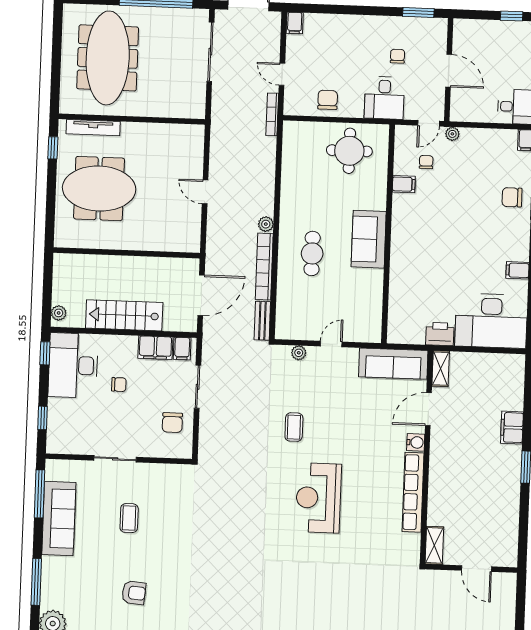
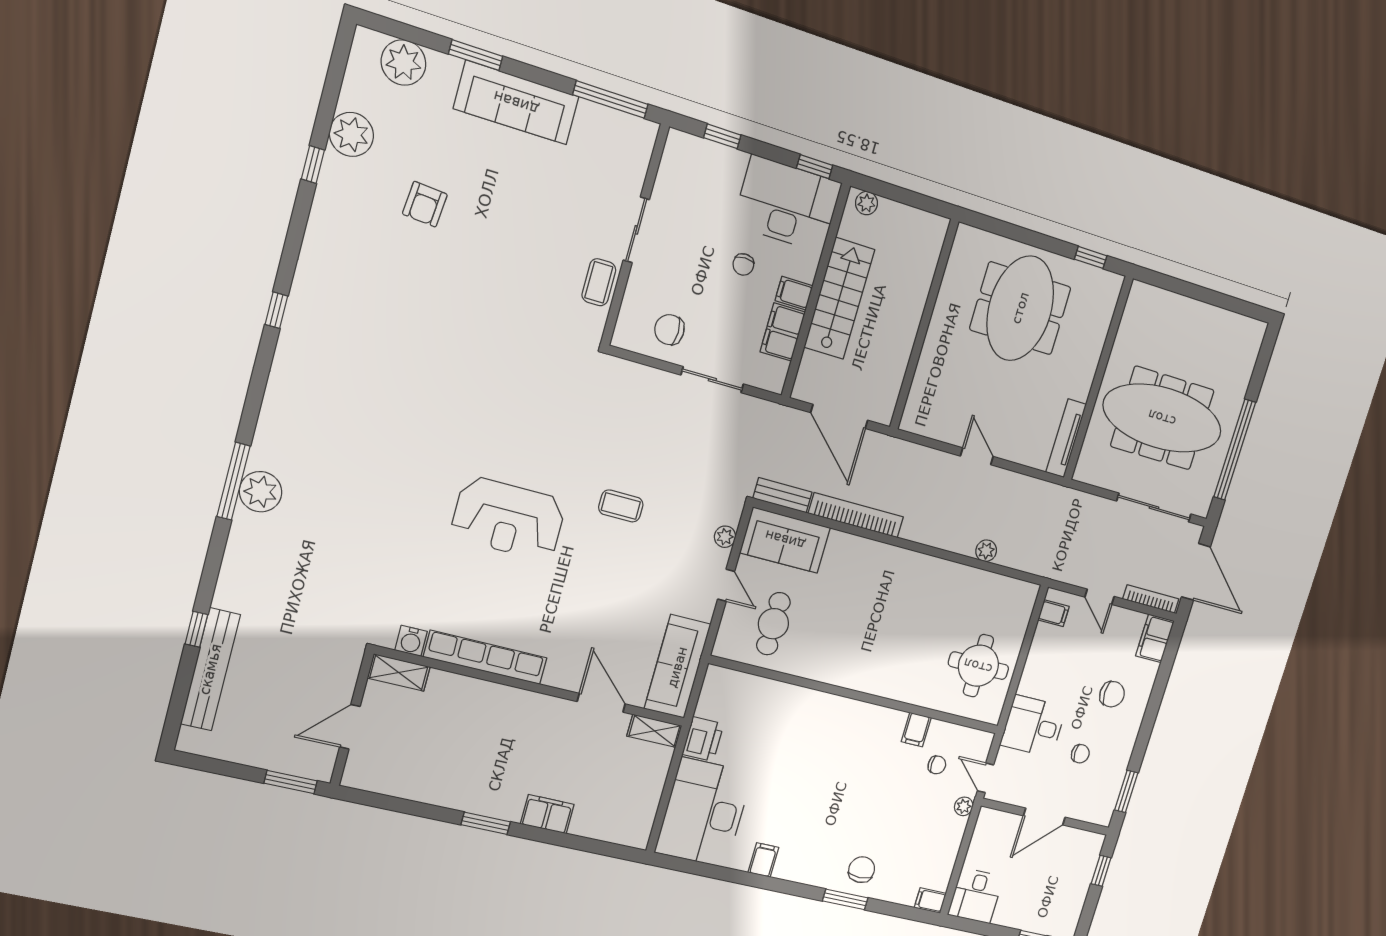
window: (512, 16) -> (1101, 871), moved
filing cabinet: (295, 23) -> (1155, 638), width x2.00
meeting table: (108, 58) -> (1162, 418), moved
door: (282, 74) -> (1100, 597), swing flipped
chair: (328, 100) -> (1112, 694), moved
filing cabinet: (301, 105) -> (1054, 613), added
bookcase: (272, 114) -> (1151, 599), moved
tv unit: (93, 128) -> (1066, 438), moved
door: (205, 192) -> (977, 456), hinge flipped
plant: (266, 224) -> (986, 551), moved
sofa: (369, 239) -> (785, 540), moved, turned 180
cafe table: (312, 253) -> (773, 624), moved, turned 90
filing cabinet: (182, 349) -> (794, 293), moved
water cooler: (416, 442) -> (411, 641), moved
reception desk: (318, 498) -> (508, 519), turned 180
sofa: (59, 518) -> (516, 103), moved
coffee table: (129, 518) -> (599, 282), moved, turned 90
window: (36, 582) -> (476, 55), width x0.69
window: (521, 598) -> (291, 782), added

